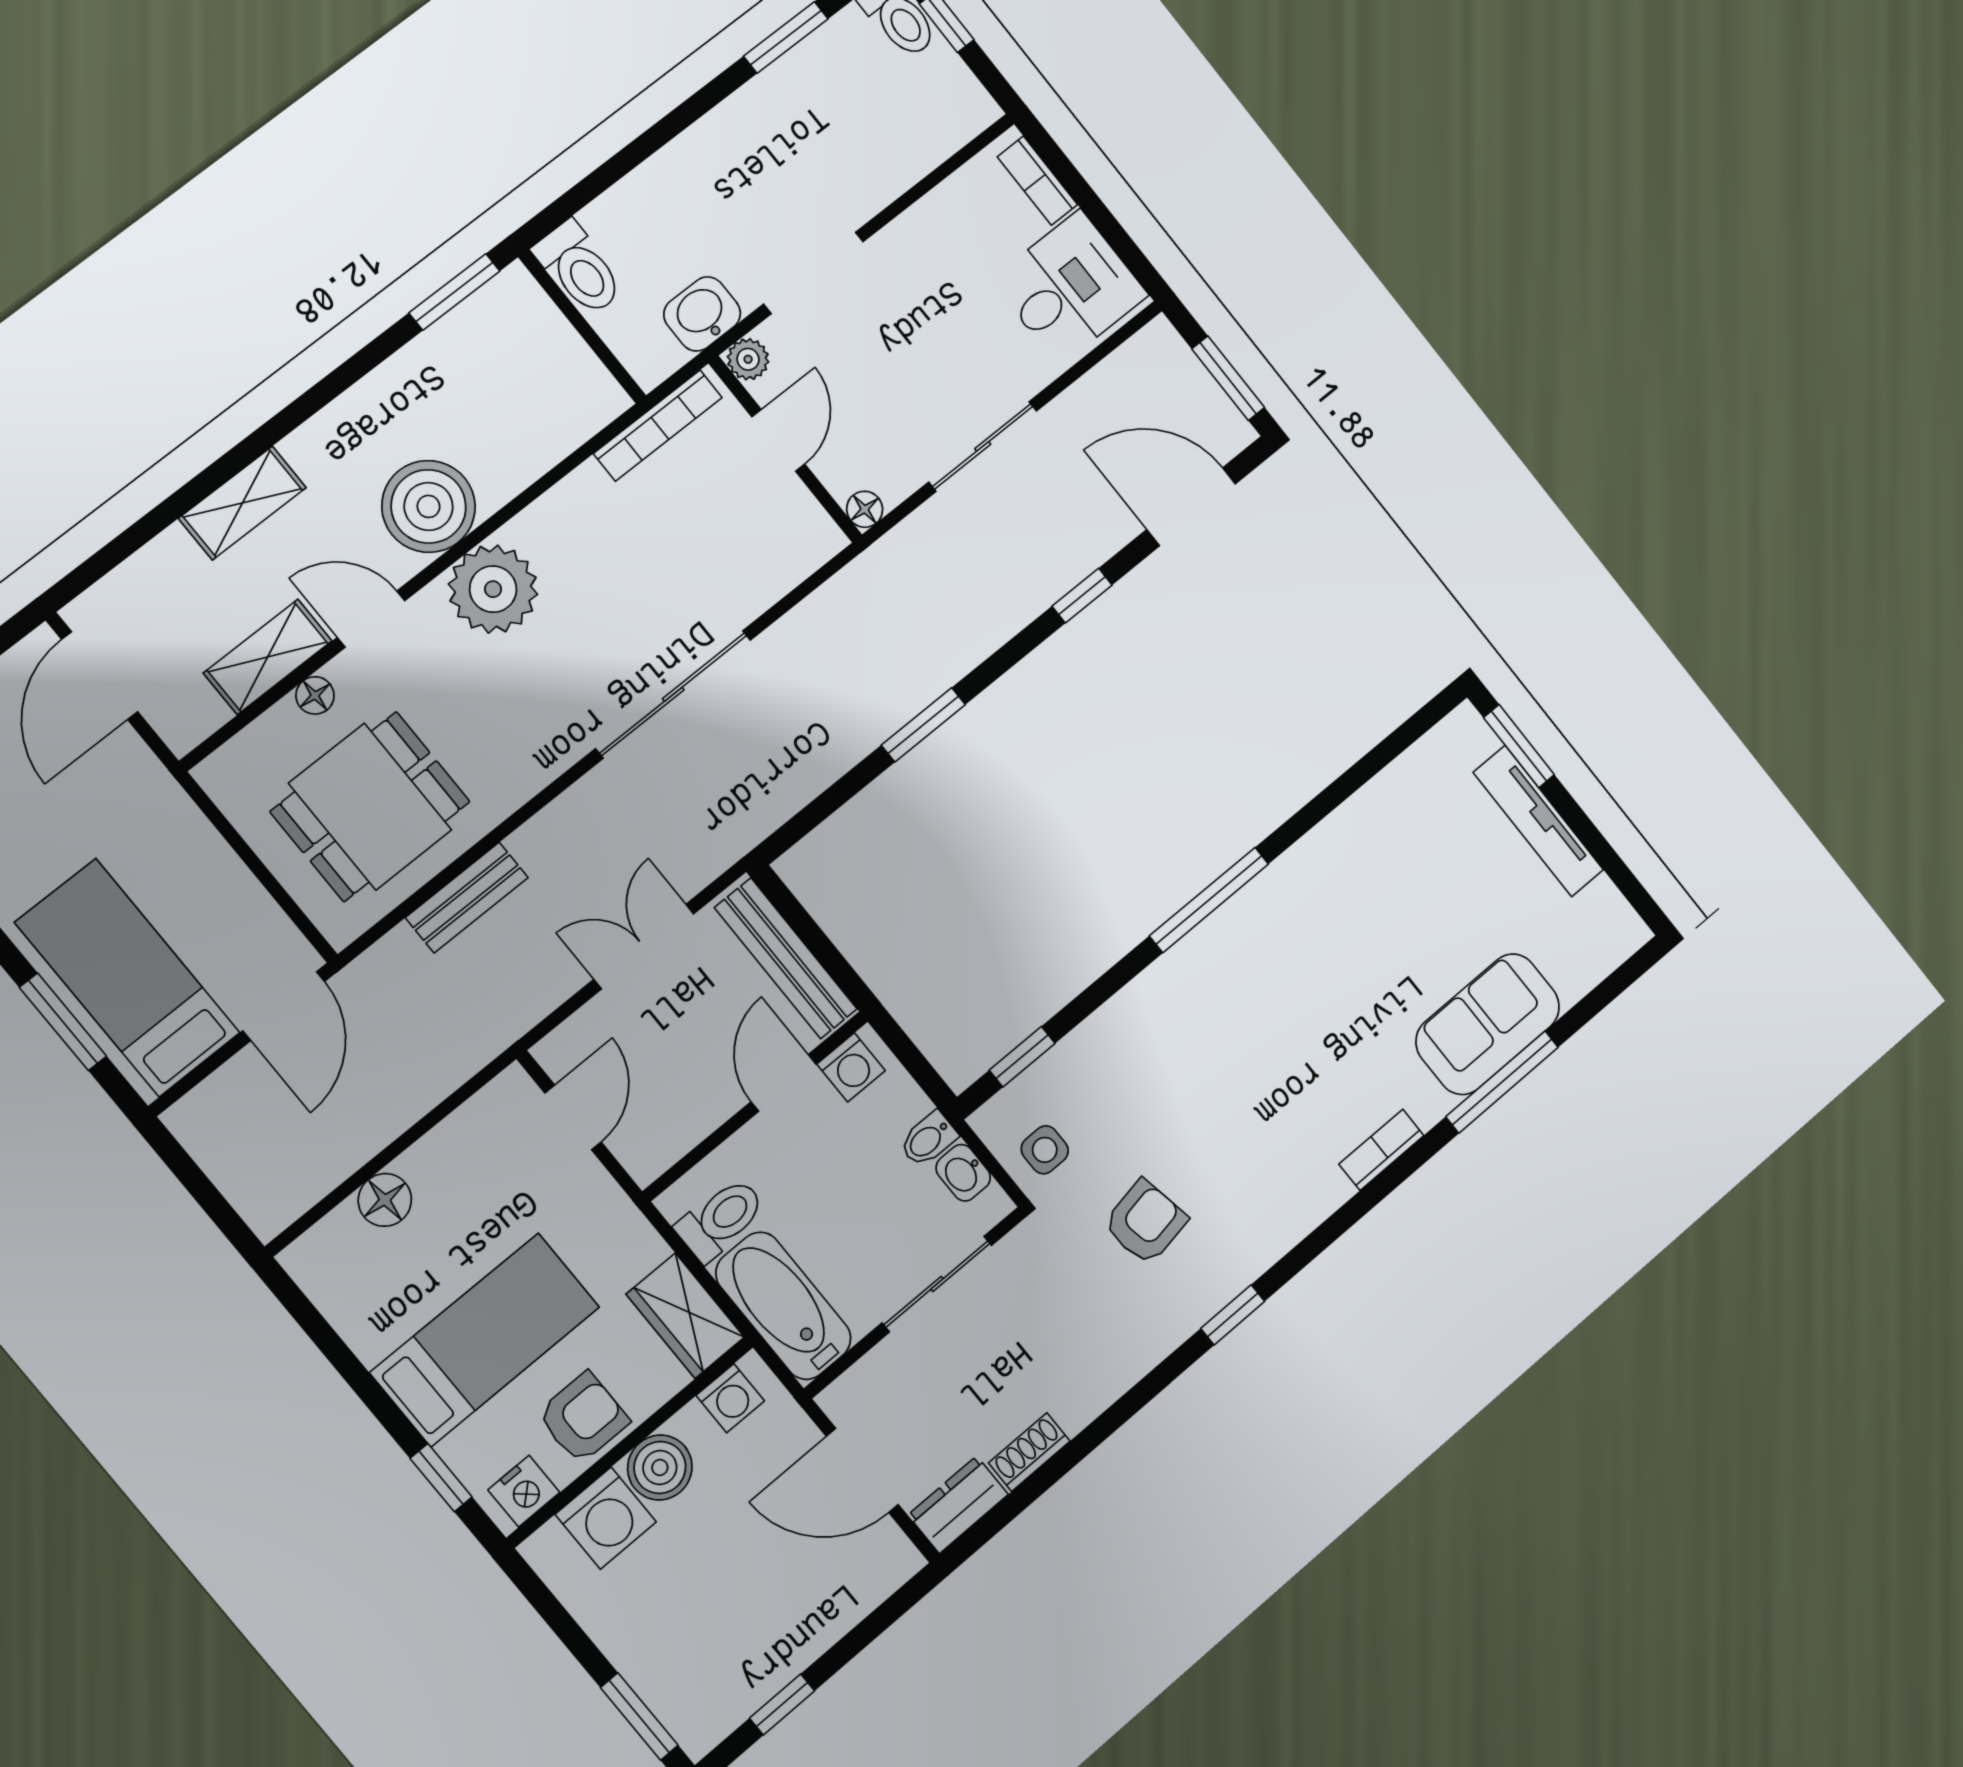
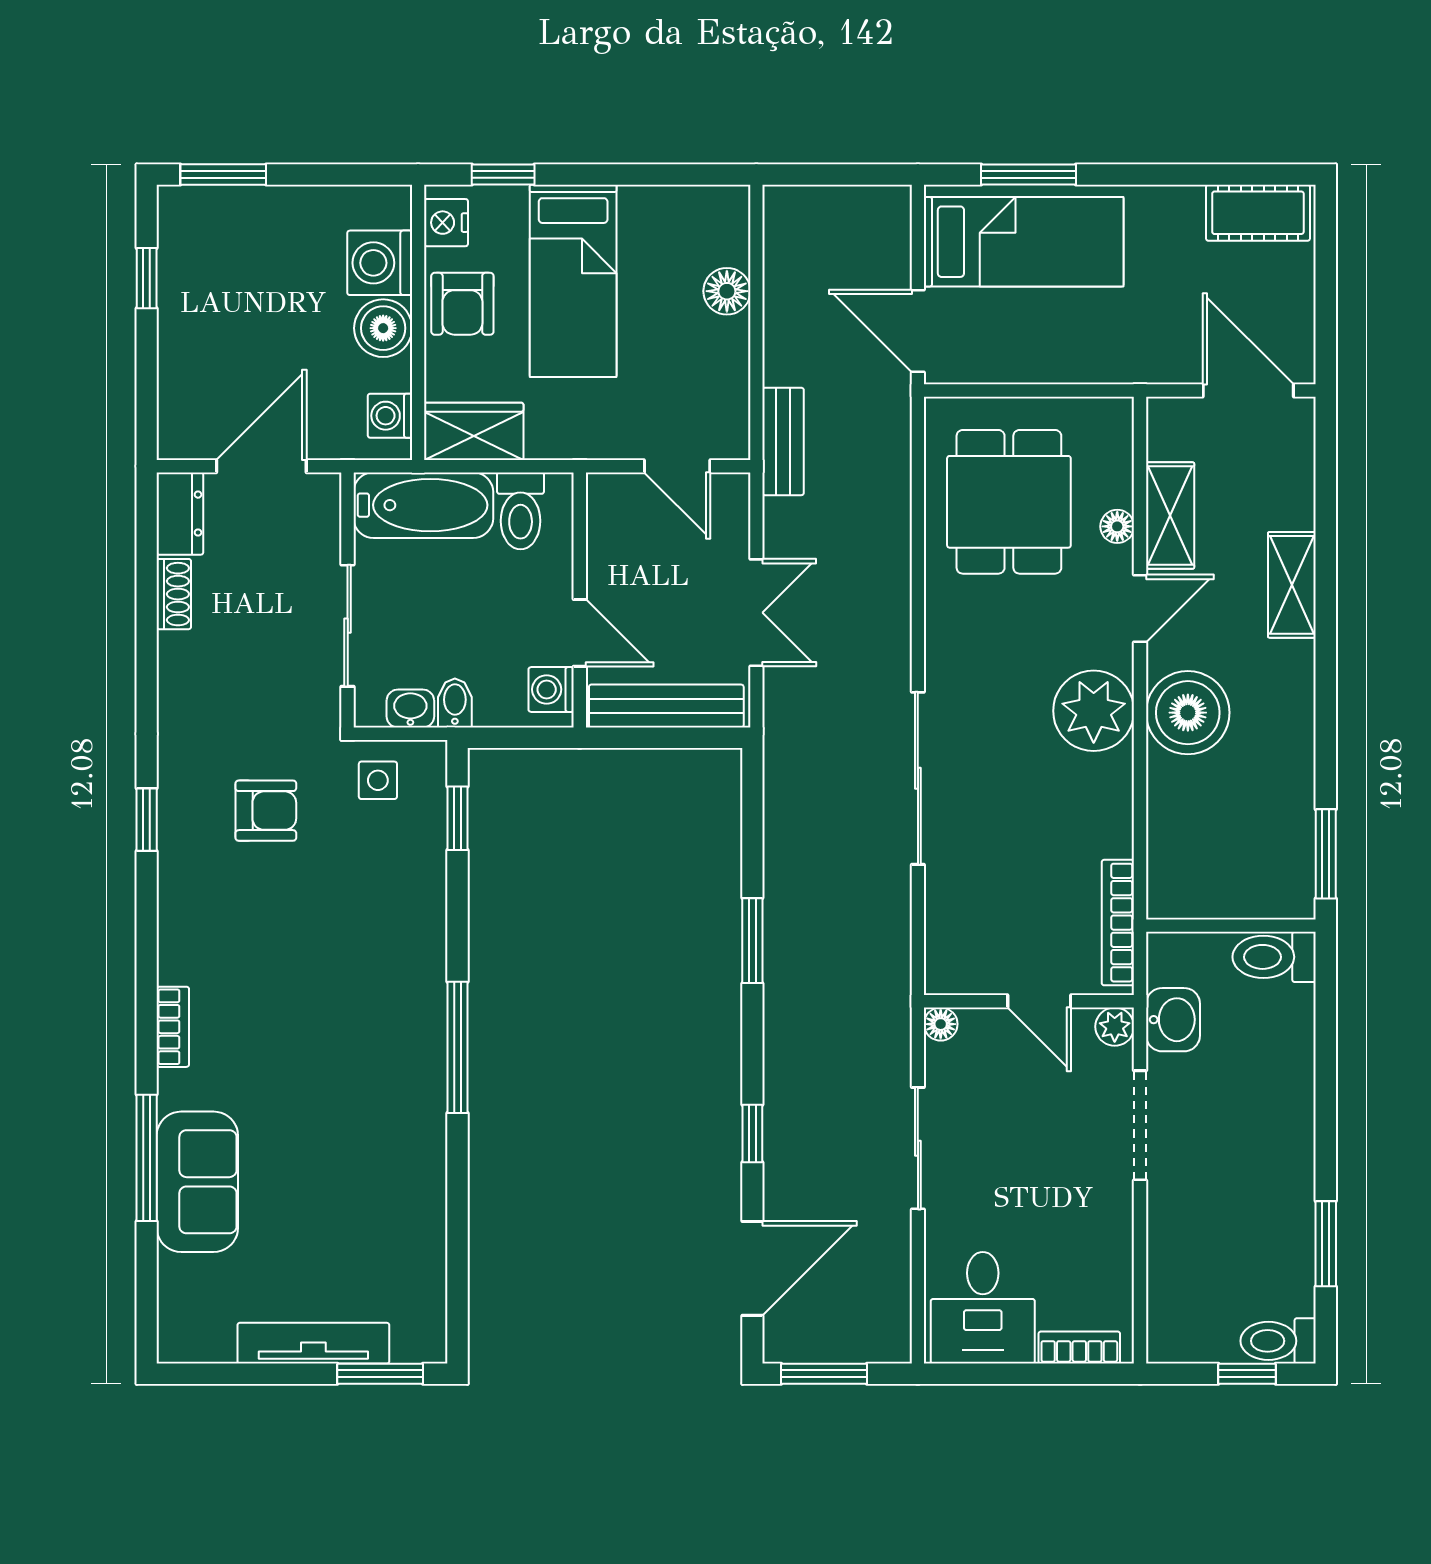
bench: (467, 898) -> (783, 441), moved
armchair: (1145, 1222) -> (266, 811), turned -80

